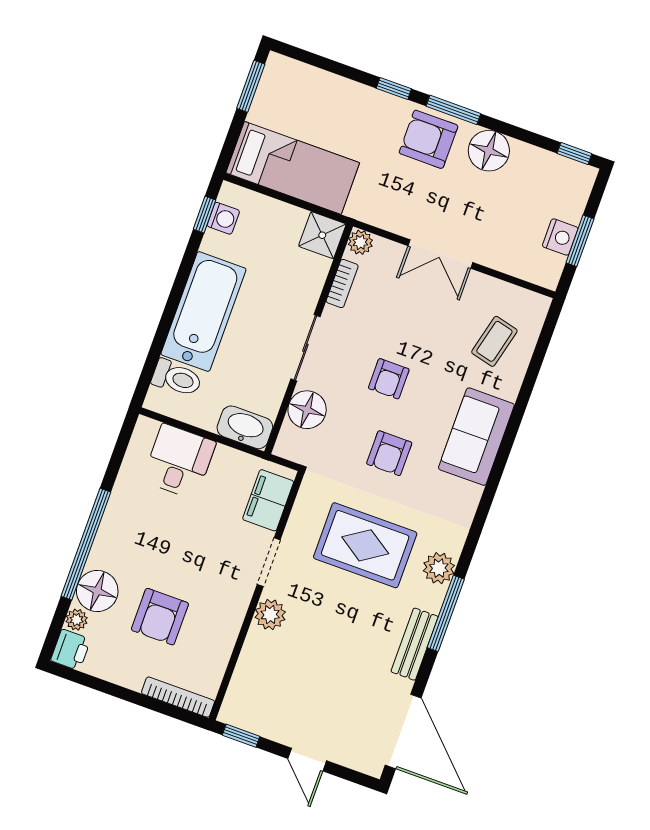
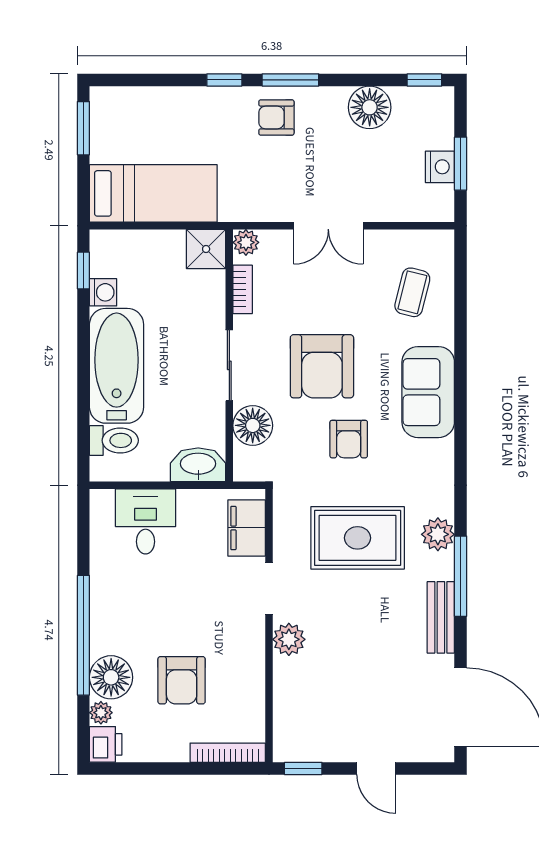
armchair: (429, 139) -> (276, 117), width x0.72, depth x0.72
floor lamp: (489, 151) -> (370, 107), moved
washing machine: (223, 218) -> (103, 292), moved
armchair: (389, 379) -> (322, 366), width x1.88, depth x1.88

